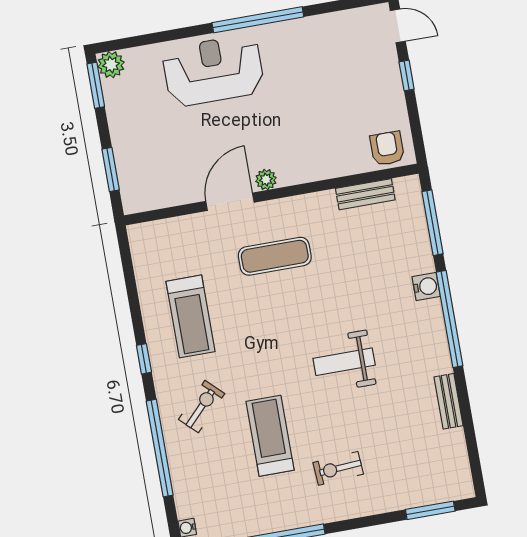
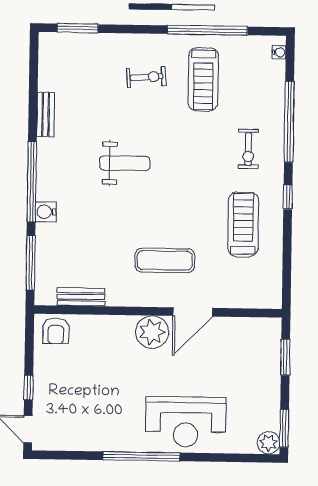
plant: (266, 180) -> (152, 332), width x1.87, depth x1.87
exercise bike: (202, 406) -> (248, 149), turned -44
treadmill: (270, 436) -> (203, 79), moved

